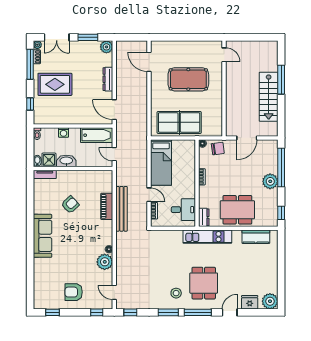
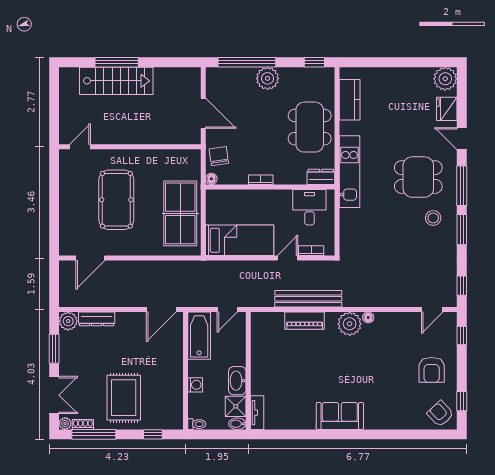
dresser: (108, 79) -> (97, 319), moved
stairs: (269, 97) -> (116, 81), moved
armchair: (70, 205) -> (440, 414), moved
sofa: (43, 236) -> (340, 416), width x0.73
plant: (105, 262) -> (350, 324), moved

